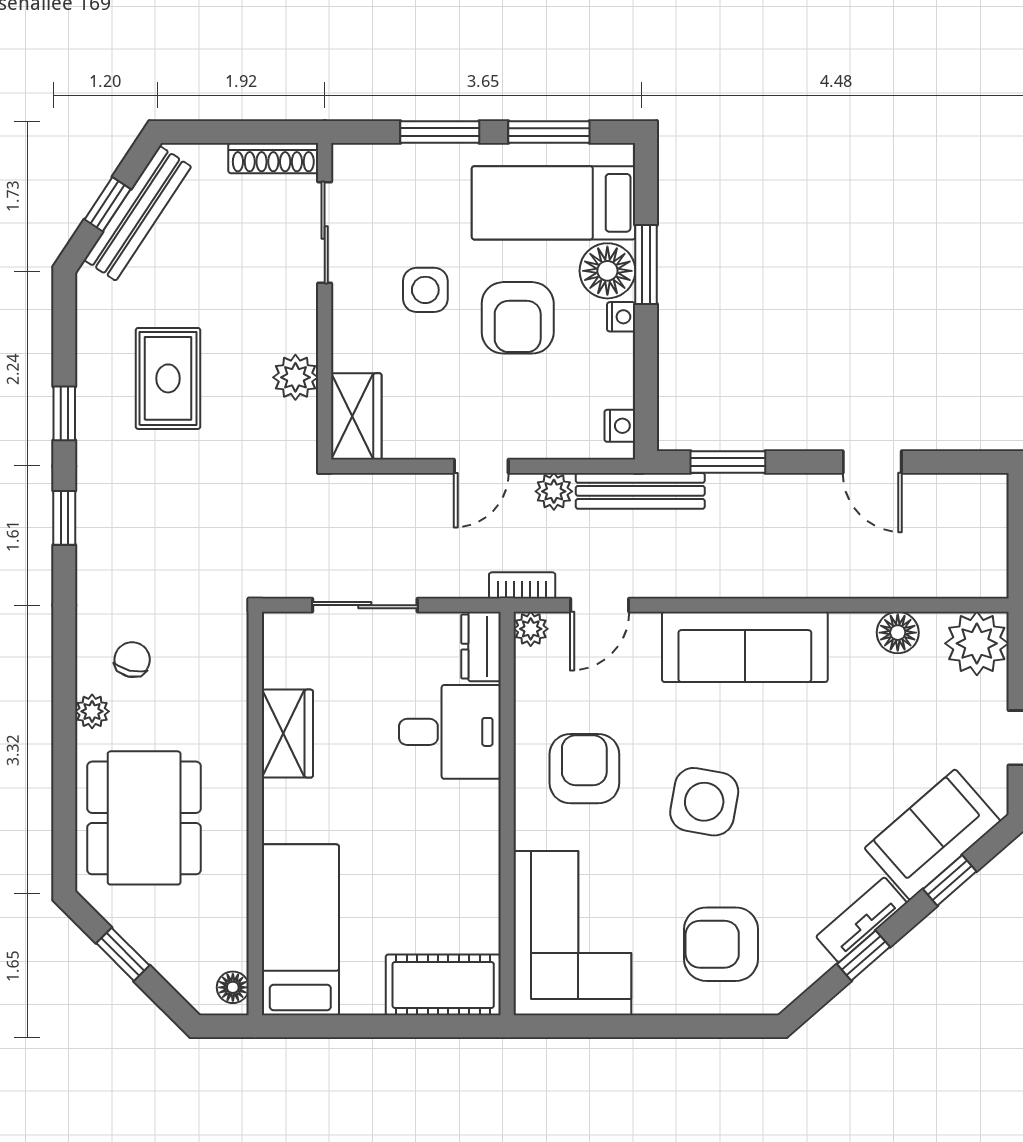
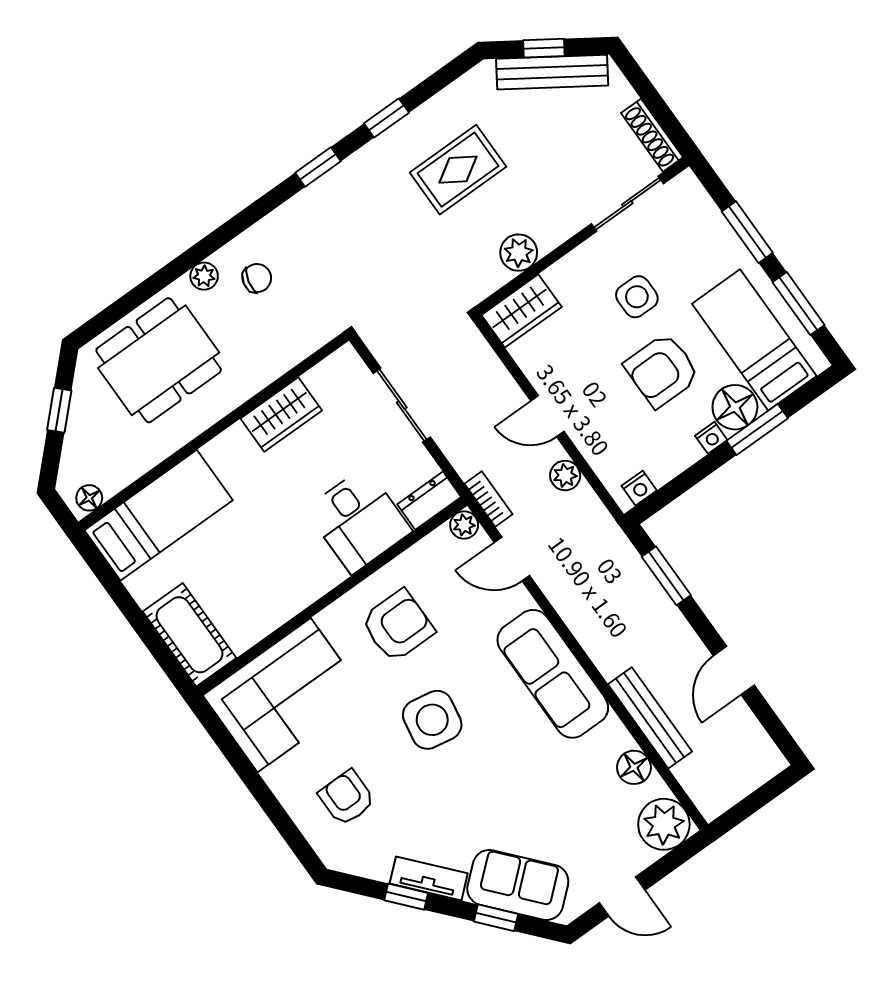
bench: (640, 491) -> (650, 718), moved
armchair: (721, 944) -> (347, 798), width x0.72, depth x0.72

